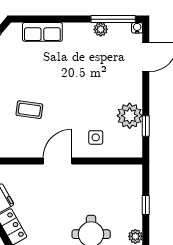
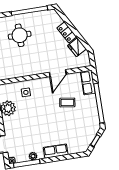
row of seats: (42, 32) -> (56, 151), moved
door: (57, 161) -> (58, 73), moved

